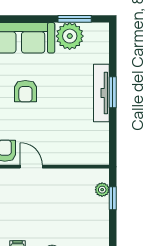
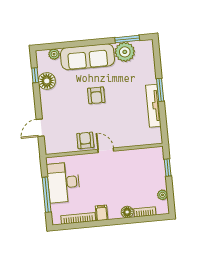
tv unit: (101, 93) -> (153, 106), moved
plant: (102, 190) -> (162, 195), moved

